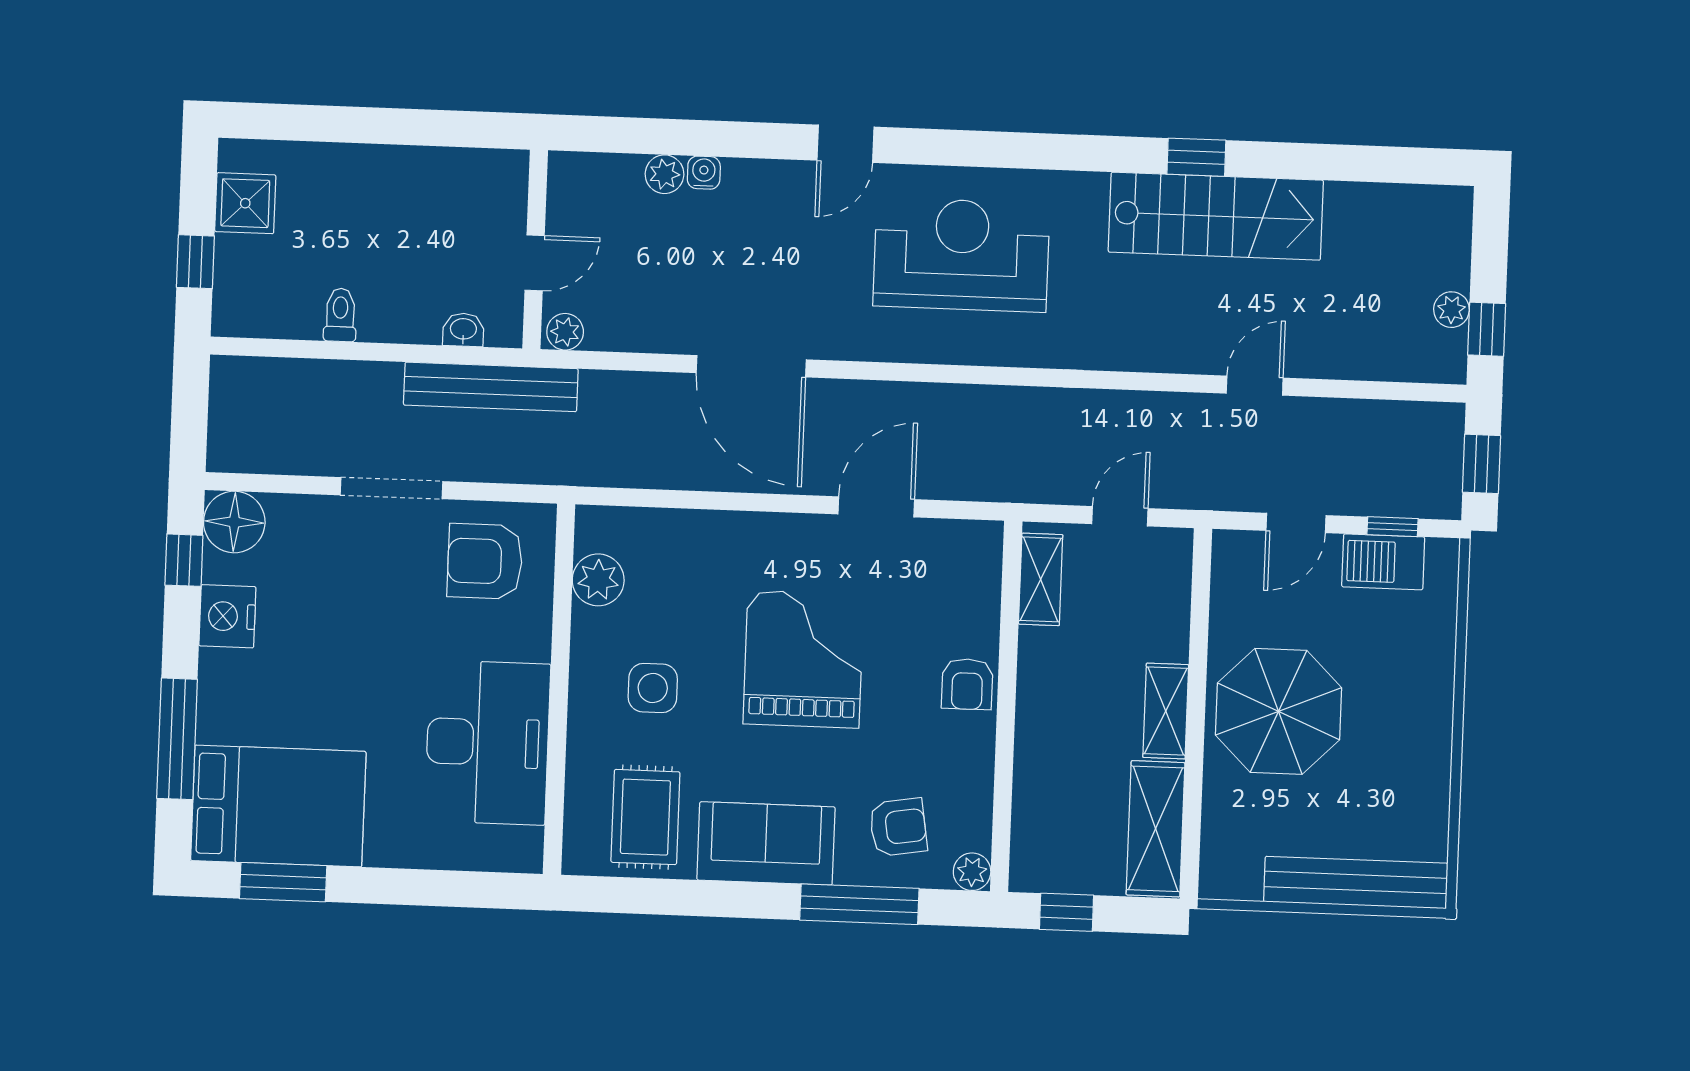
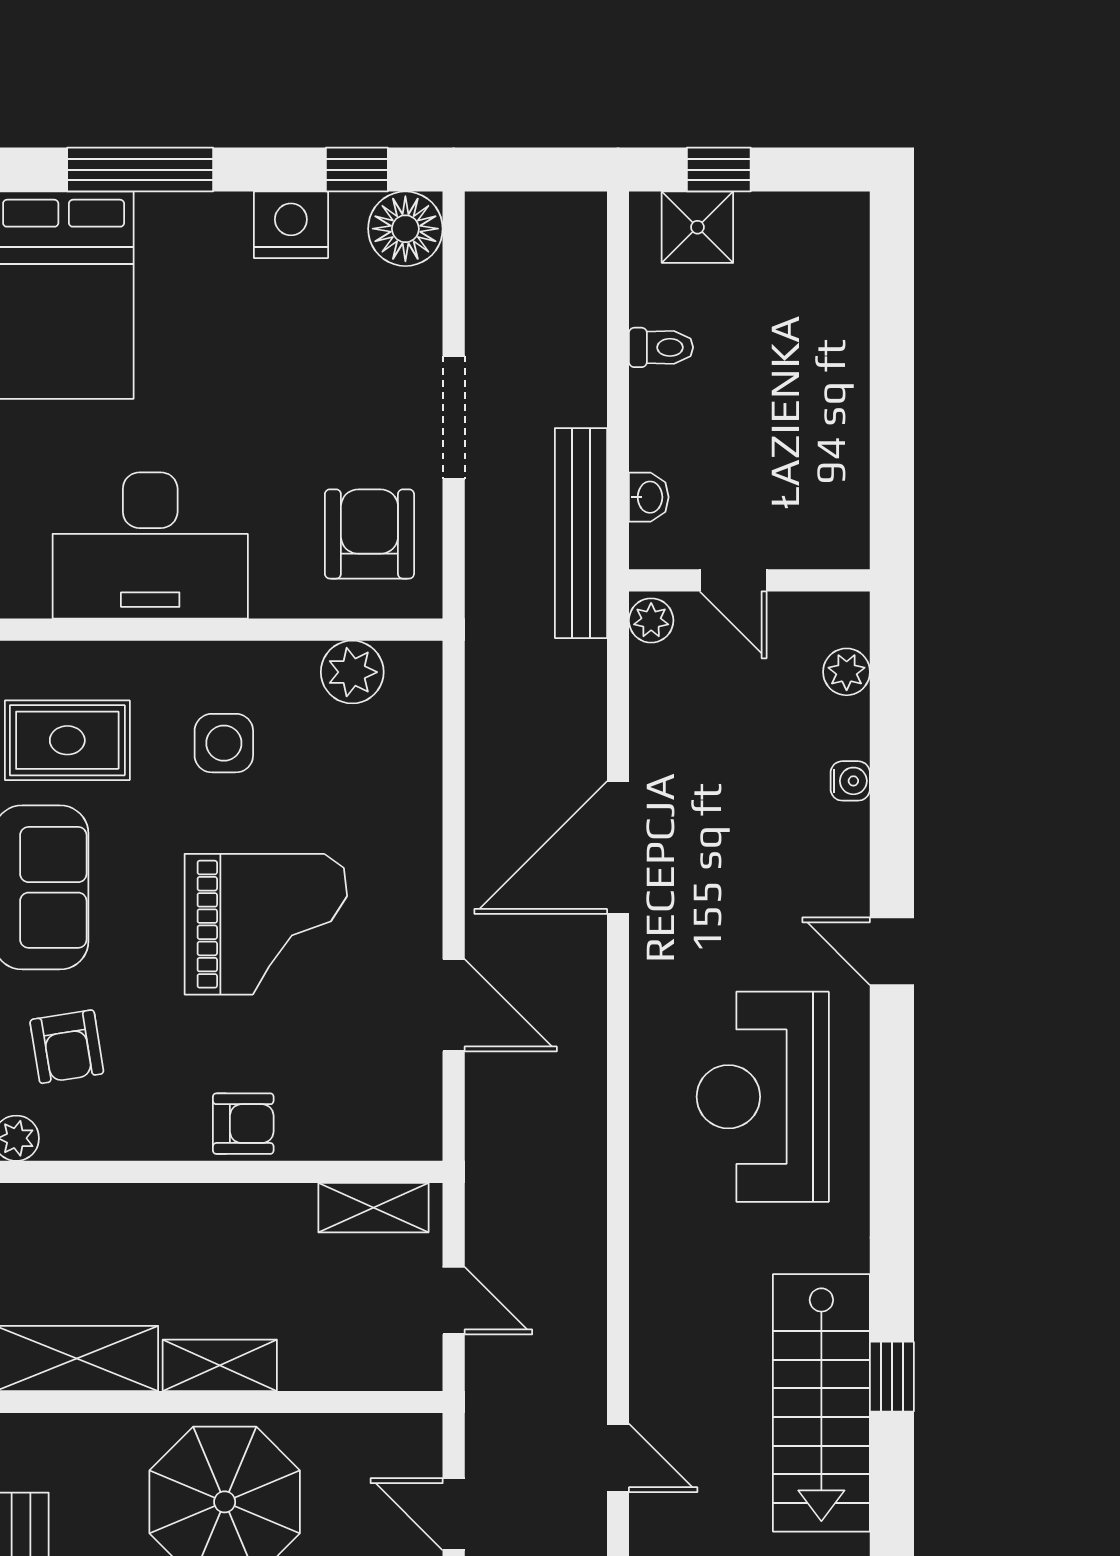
plant: (664, 174) -> (847, 672), moved
shower: (245, 203) -> (697, 227), moved
reception desk: (961, 255) -> (763, 1097), turned 180
armchair: (967, 684) -> (243, 1124), turned 180

